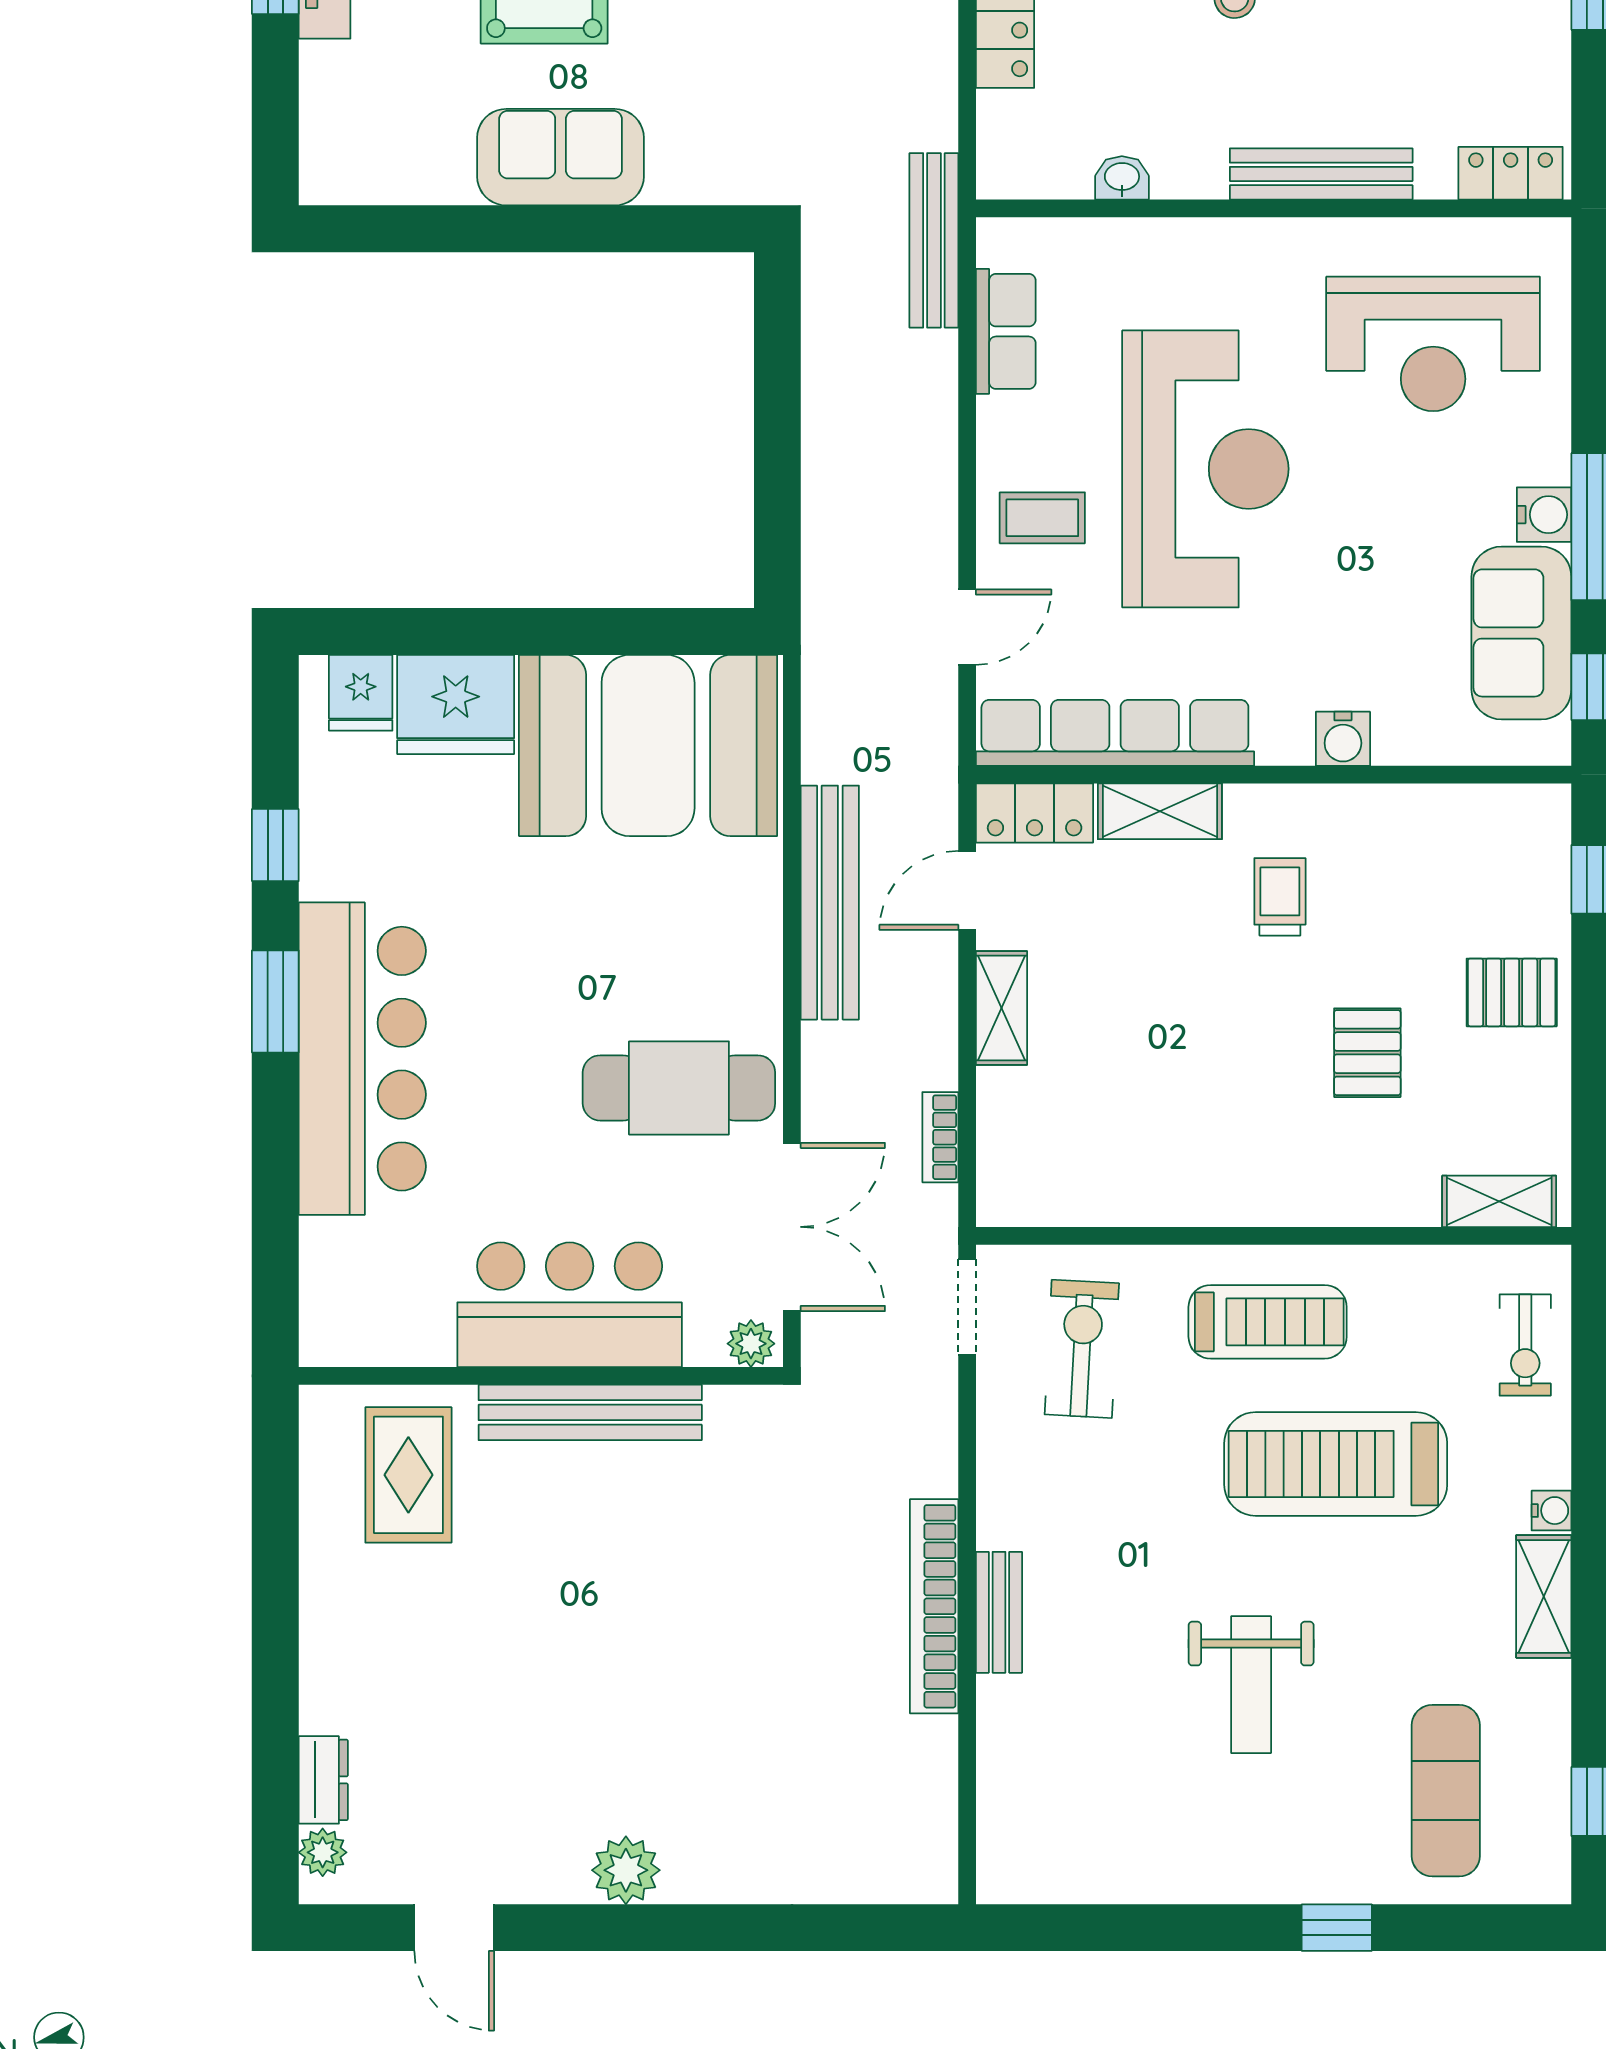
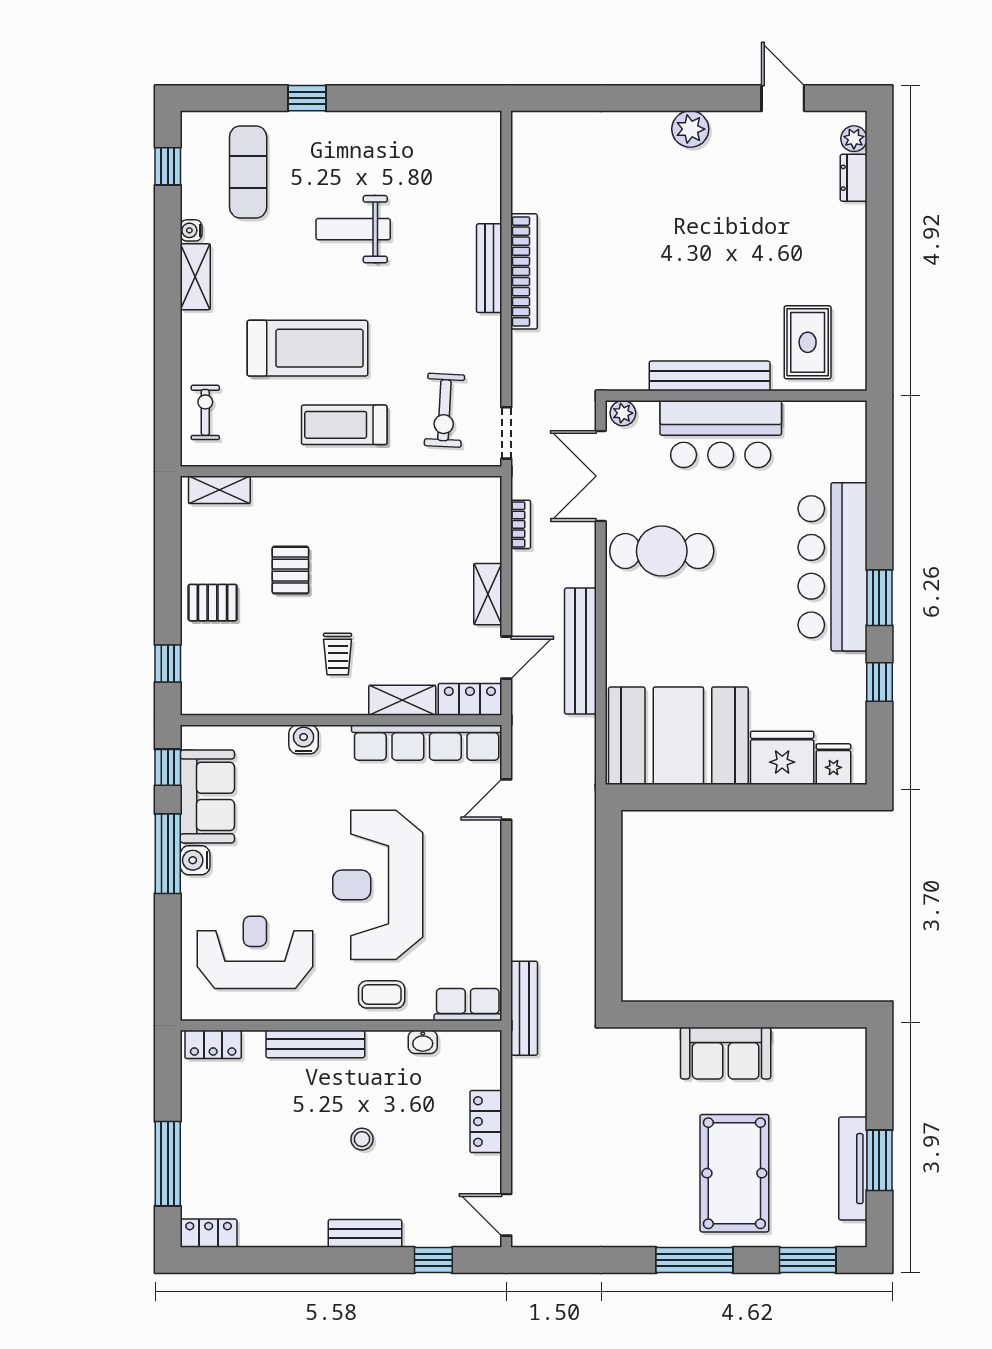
row of seats: (1006, 331) -> (468, 1005), moved, turned 90
coffee table: (1042, 518) -> (382, 994), moved
water cooler: (1551, 1511) -> (191, 230), moved
bench: (999, 1612) -> (489, 268), width x1.36
weight bench: (1251, 1685) -> (353, 229), turned -90

